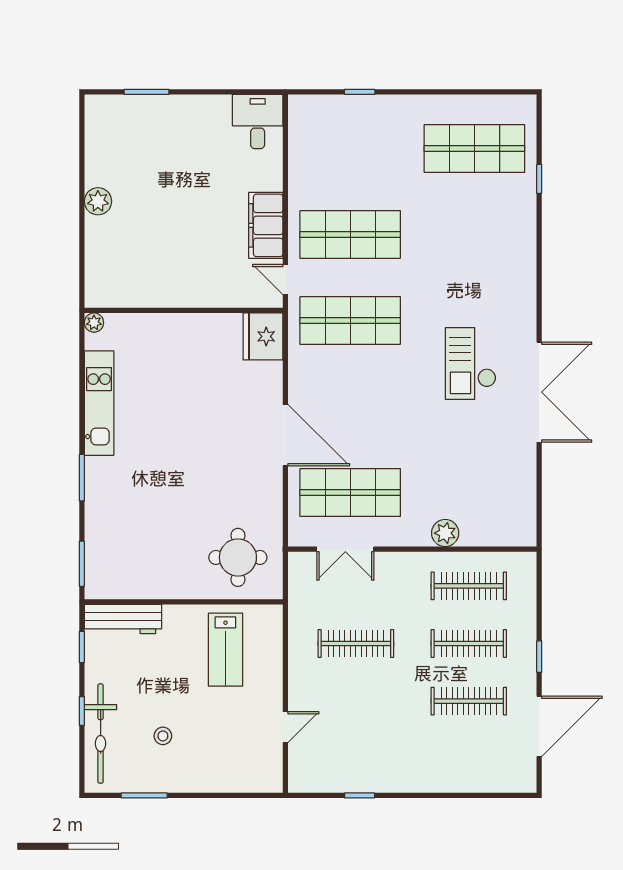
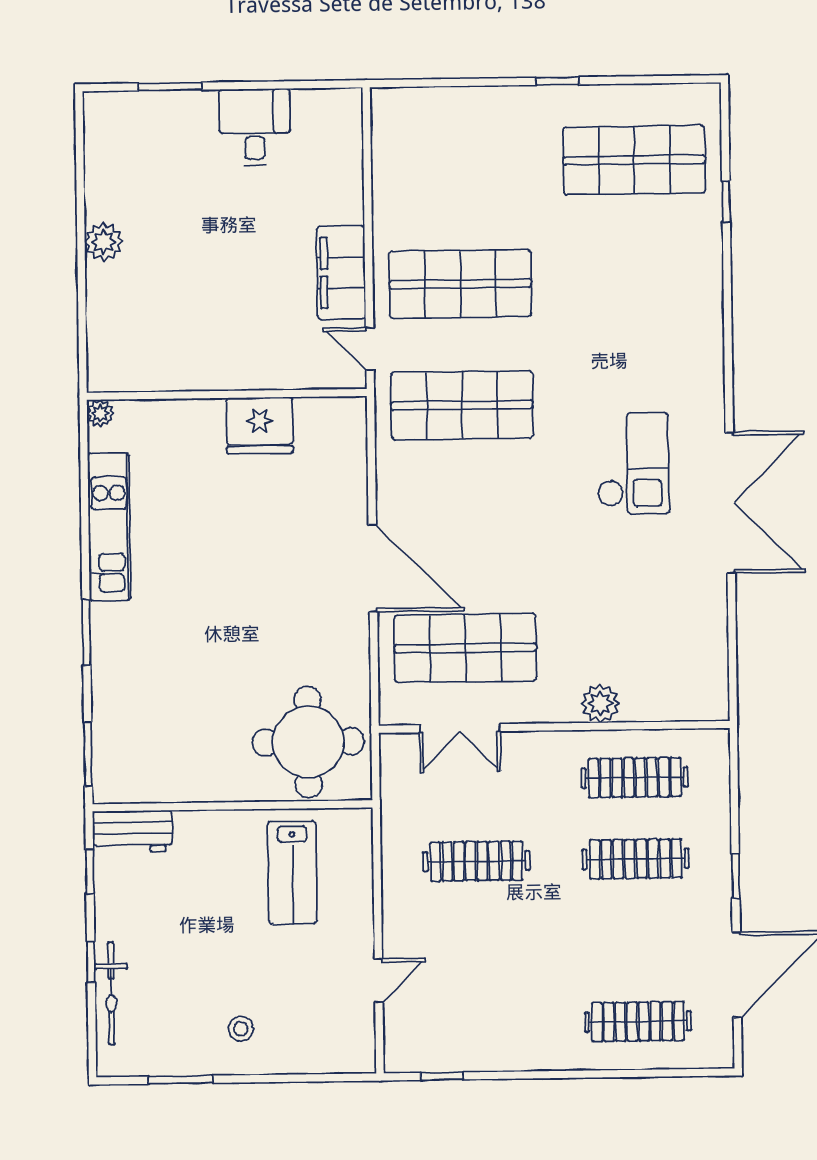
window: (360, 92) -> (557, 81), moved
desk: (258, 121) -> (255, 127), moved
fridge: (263, 336) -> (260, 426), moved, turned -90
checkout: (471, 363) -> (633, 464), turned 180
round table: (238, 557) -> (308, 742), width x1.36, depth x1.36
workbench: (123, 619) -> (132, 831), width x0.73
clothes rail: (469, 701) -> (638, 1022), moved
bicycle: (101, 734) -> (111, 993), width x0.73, depth x0.71
stool: (163, 736) -> (241, 1029), moved
window: (360, 795) -> (442, 1076), moved

